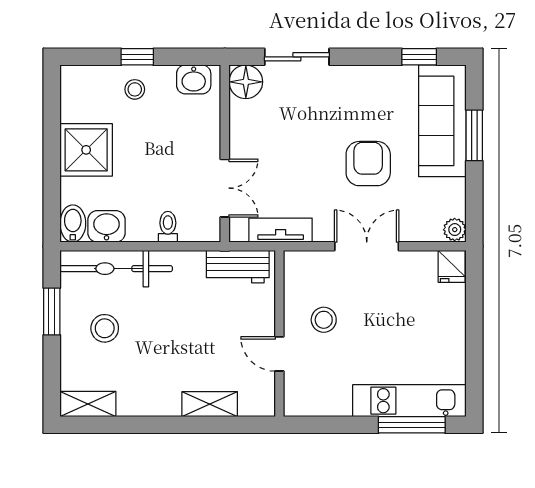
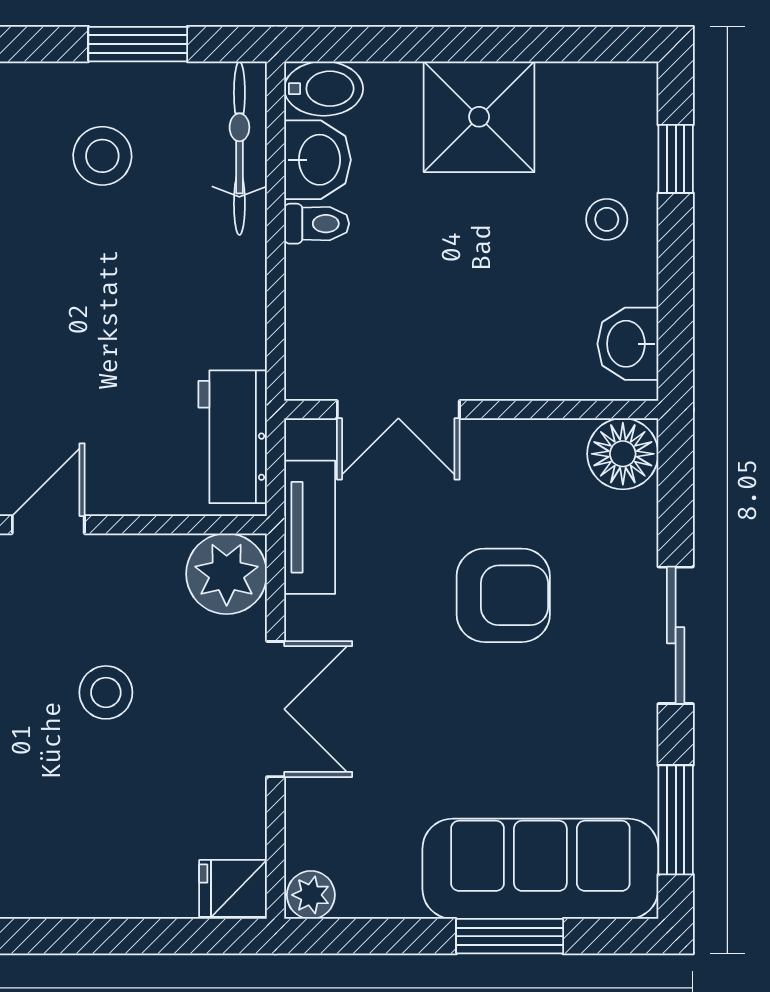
window: (137, 57) -> (676, 159), moved
sliding door: (297, 57) -> (676, 635), moved
window: (419, 57) -> (676, 820), width x1.50
armchair: (368, 164) -> (503, 595), moved
toilet: (168, 227) -> (317, 224), moved
bicycle: (116, 269) -> (239, 148), width x0.73, depth x0.71
plant: (303, 269) -> (227, 574), added
stool: (324, 320) -> (106, 692), moved

